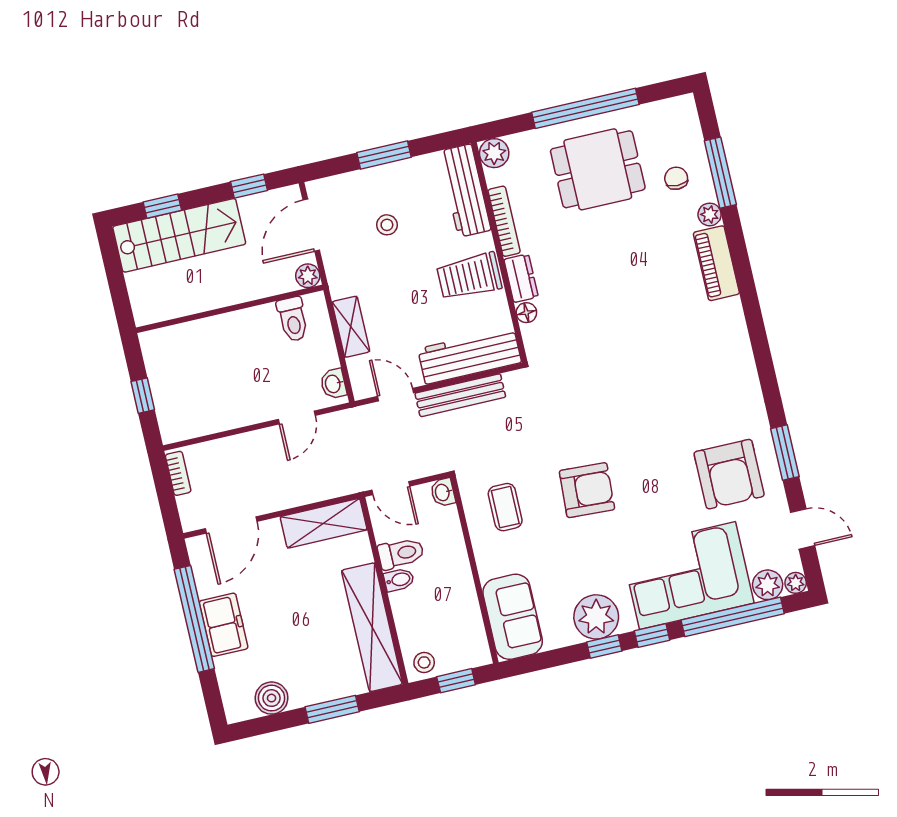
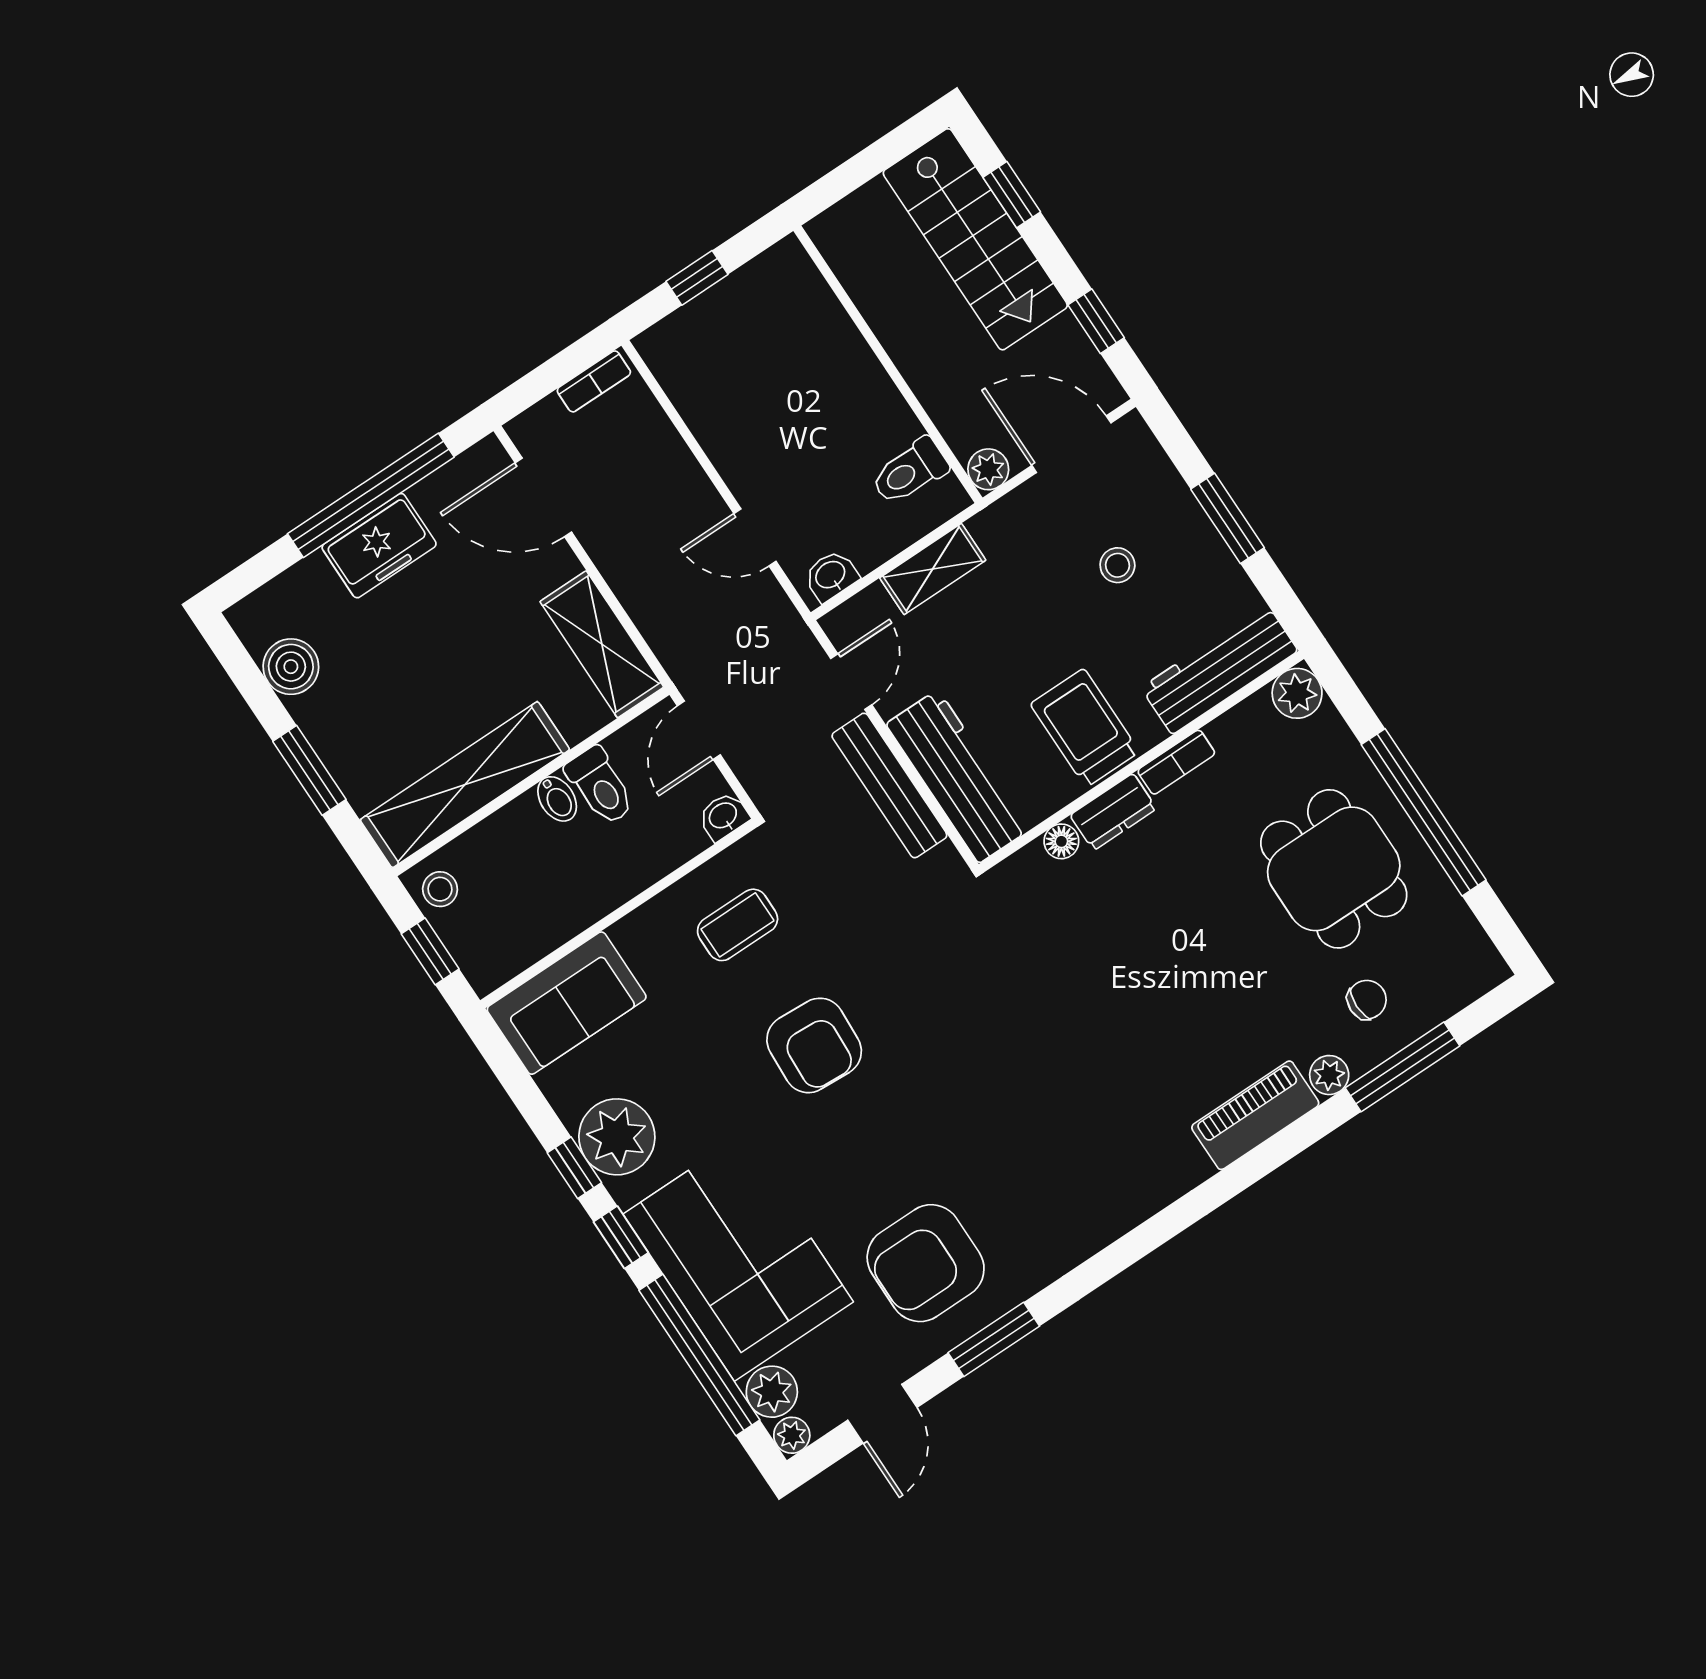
bookcase: (504, 221) -> (1176, 762), width x0.64

